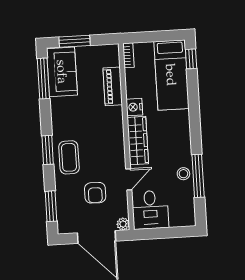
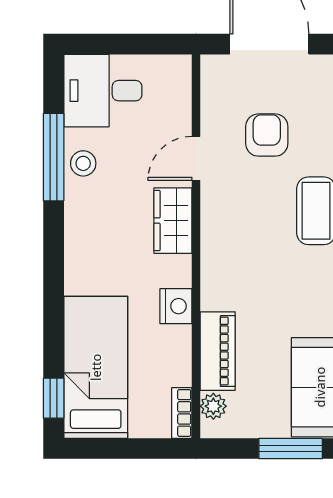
wardrobe: (138, 141) -> (173, 221), width x0.67
desk: (150, 210) -> (103, 91), moved, turned -90
plant: (123, 224) -> (213, 406), moved

